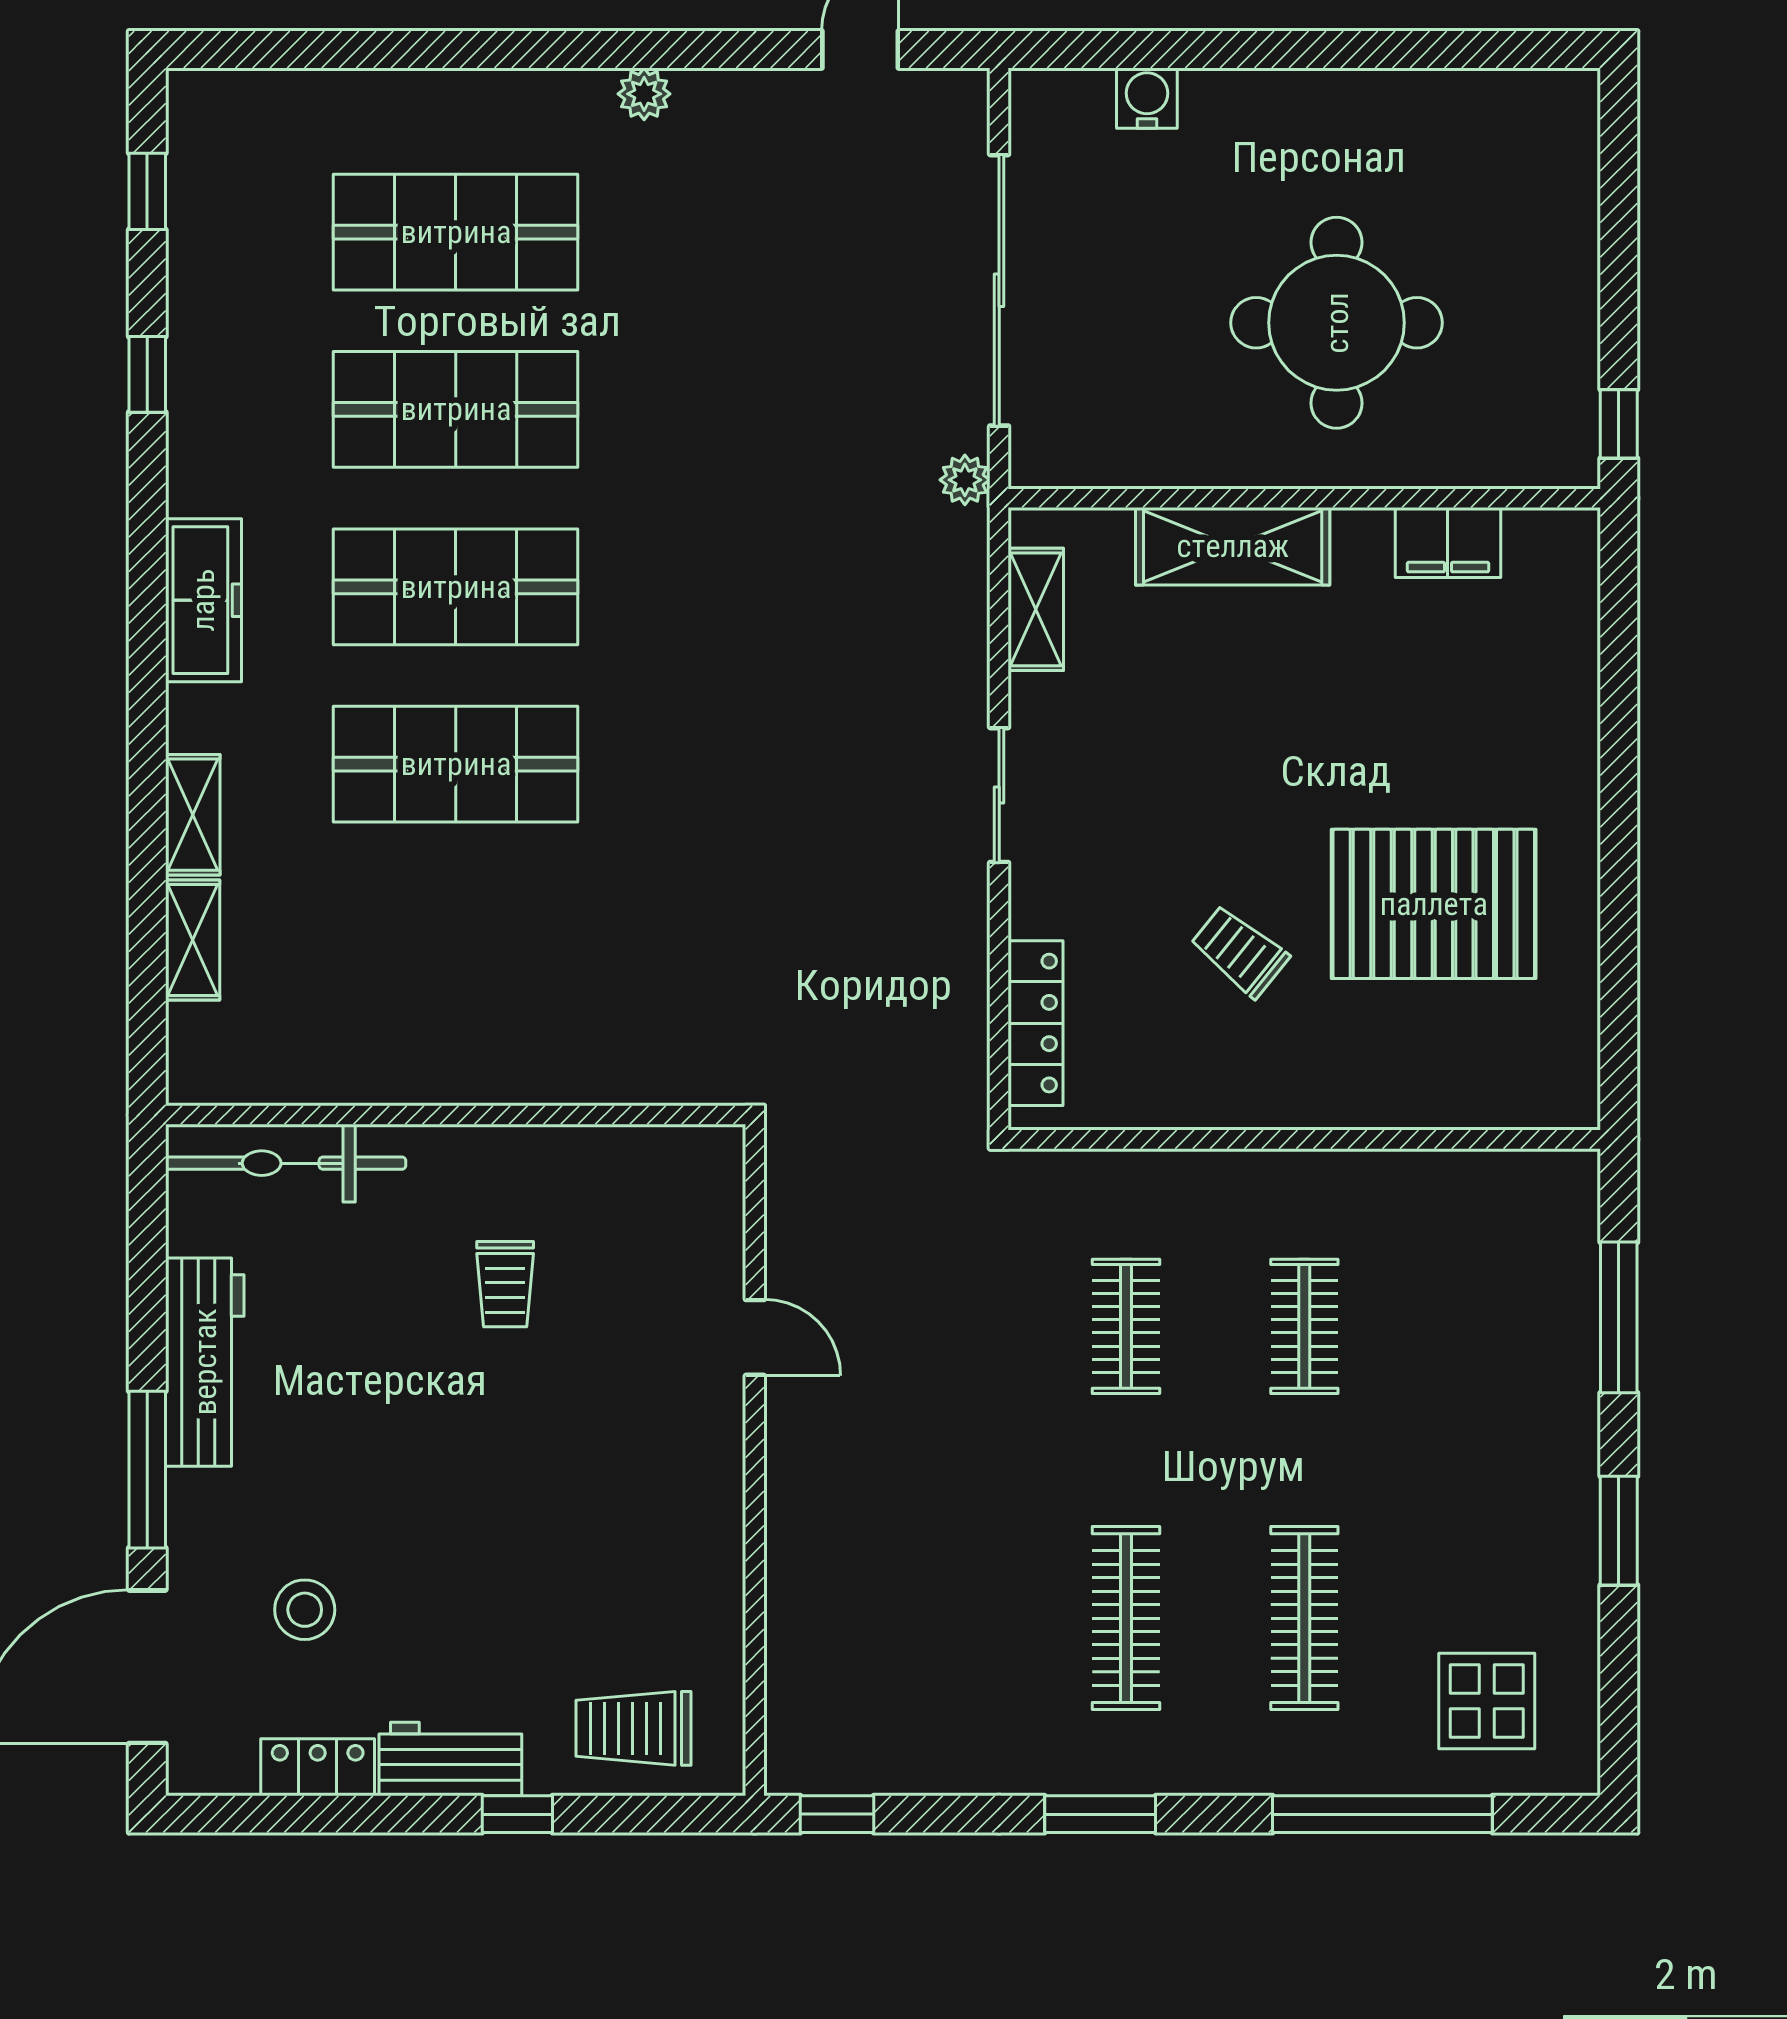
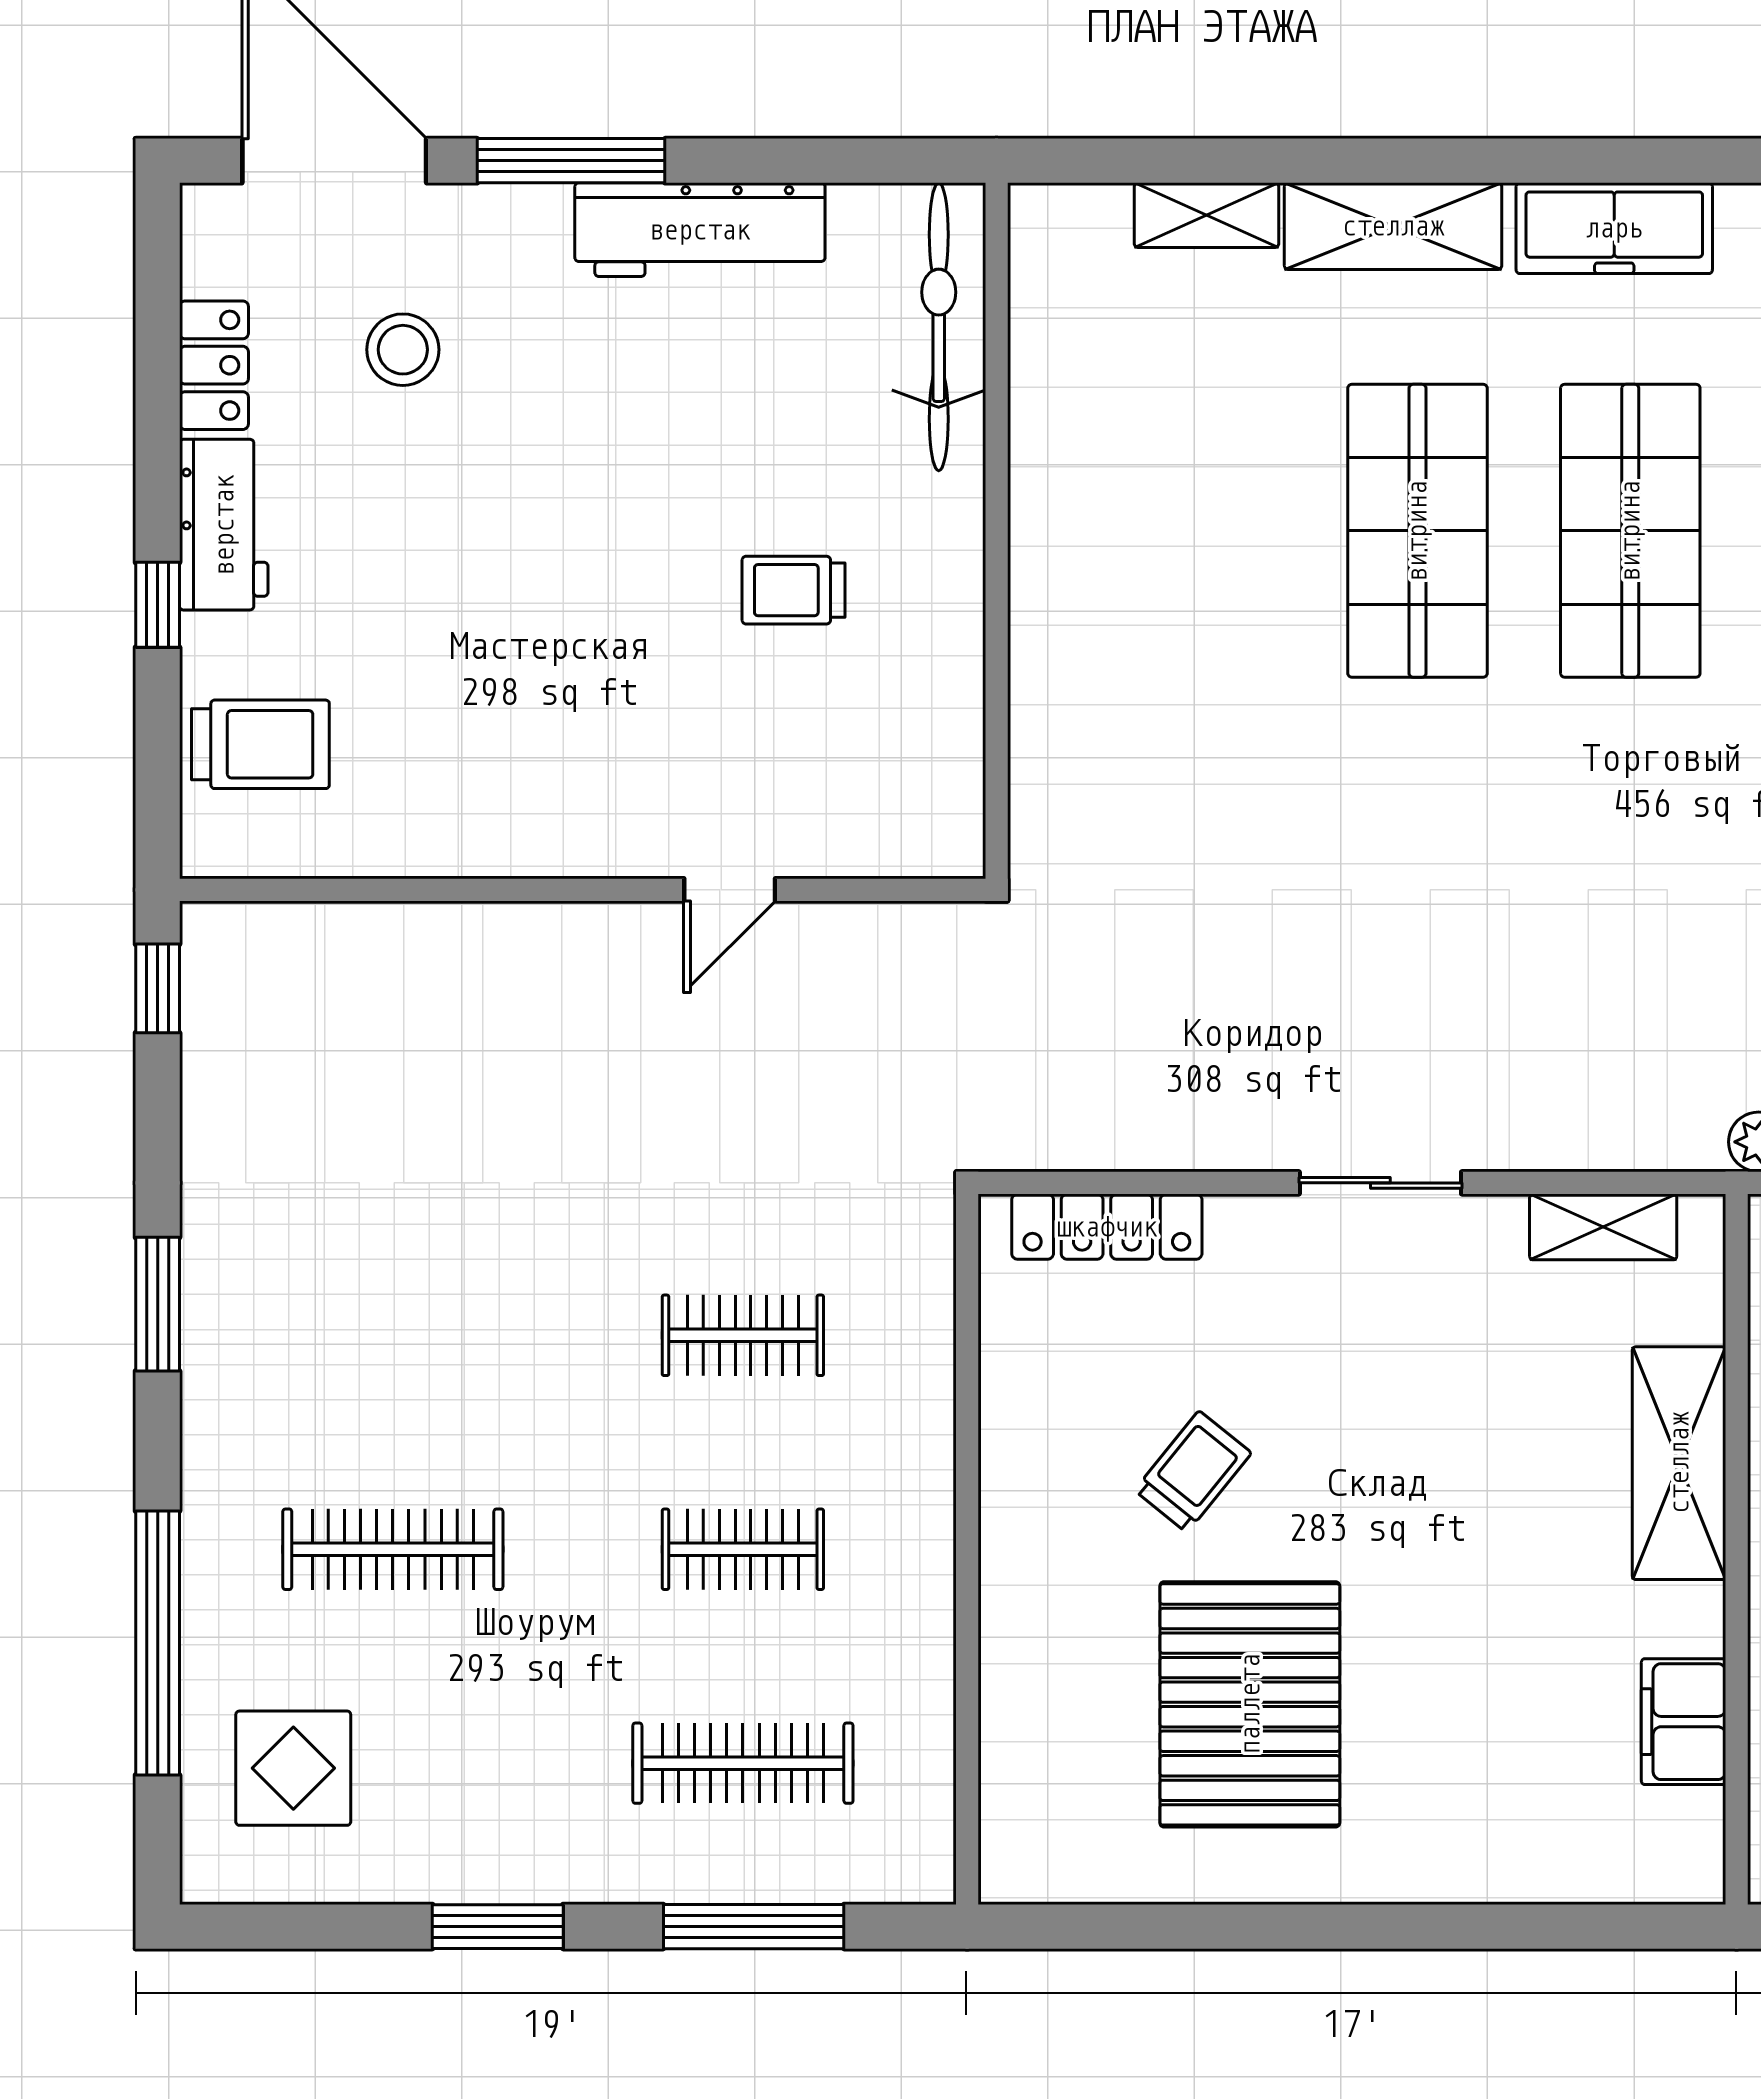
shelving: (193, 815) -> (1393, 226), width x1.50, depth x1.33
clothes rail: (1126, 1618) -> (743, 1763), moved
trolley: (634, 1728) -> (260, 744), turned 90

